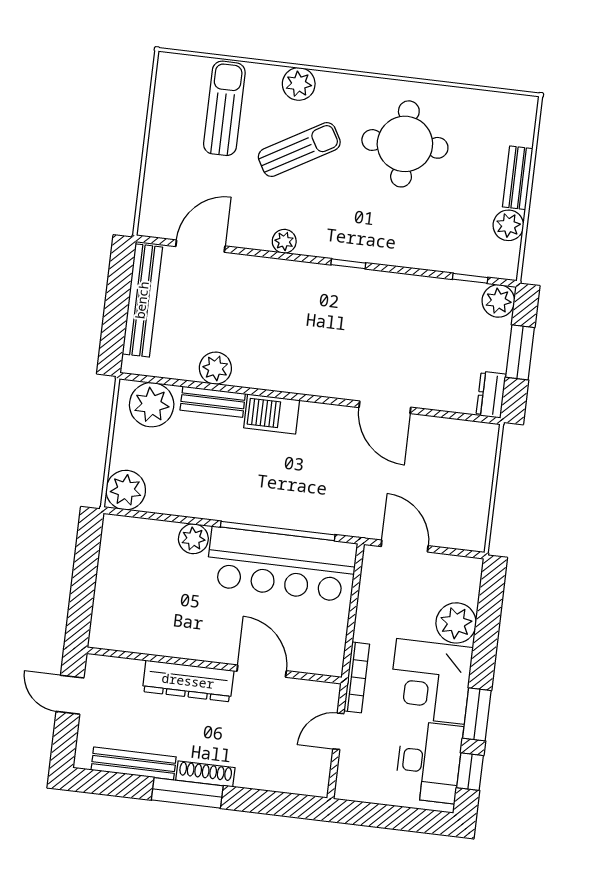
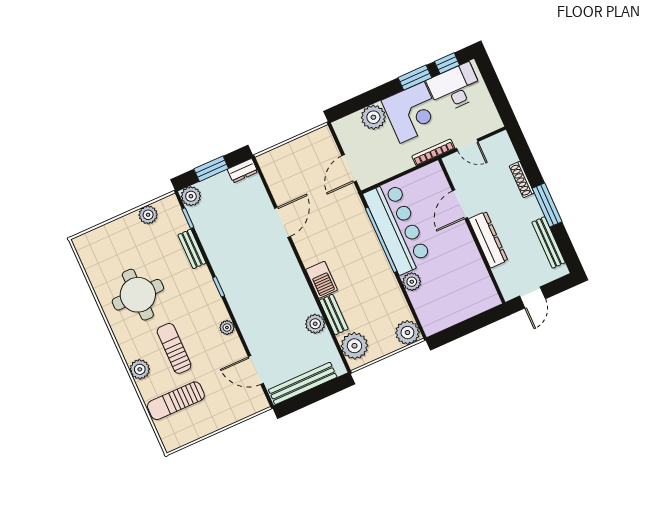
sun lounger: (299, 150) -> (174, 348), turned 30
bench: (518, 178) -> (192, 249), moved, turned 90
shoe rack: (205, 774) -> (522, 180), moved

